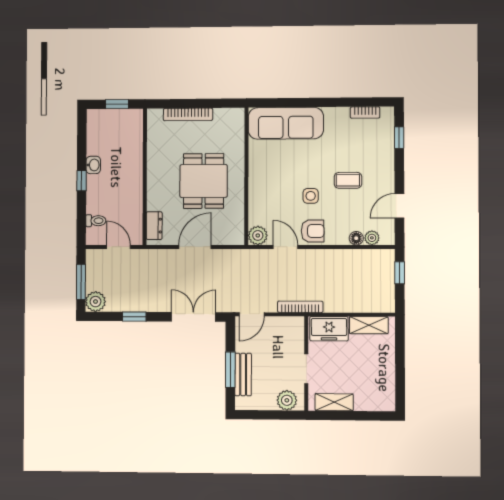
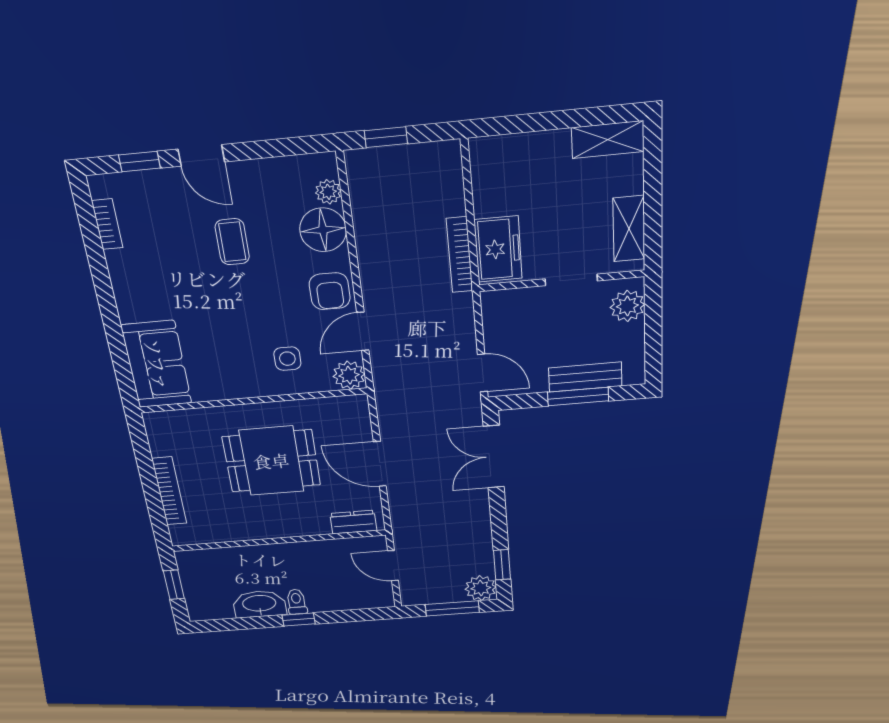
sofa: (286, 123) -> (157, 364), width x0.73
washbasin: (93, 165) -> (259, 604), width x1.91, depth x1.45
side table: (311, 196) -> (287, 359), moved
door: (399, 206) -> (201, 155), moved
toilet: (96, 221) -> (297, 602), moved
armchair: (313, 231) -> (330, 291), turned 180
floor lamp: (356, 238) -> (323, 230), width x1.89, depth x1.89
door: (118, 247) -> (393, 566), hinge flipped
bookcase: (300, 307) -> (460, 255), moved
window: (134, 317) -> (502, 565), moved
shelving: (369, 325) -> (608, 140), moved, turned 90

